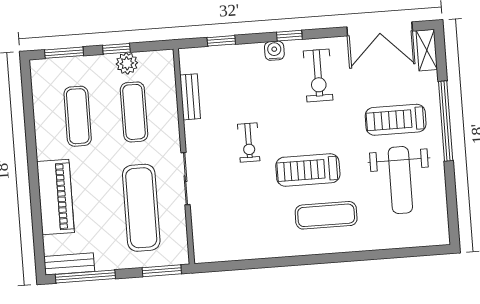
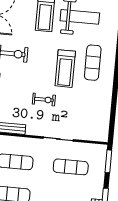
exercise mat: (141, 208) -> (71, 167), width x0.73, depth x0.69

